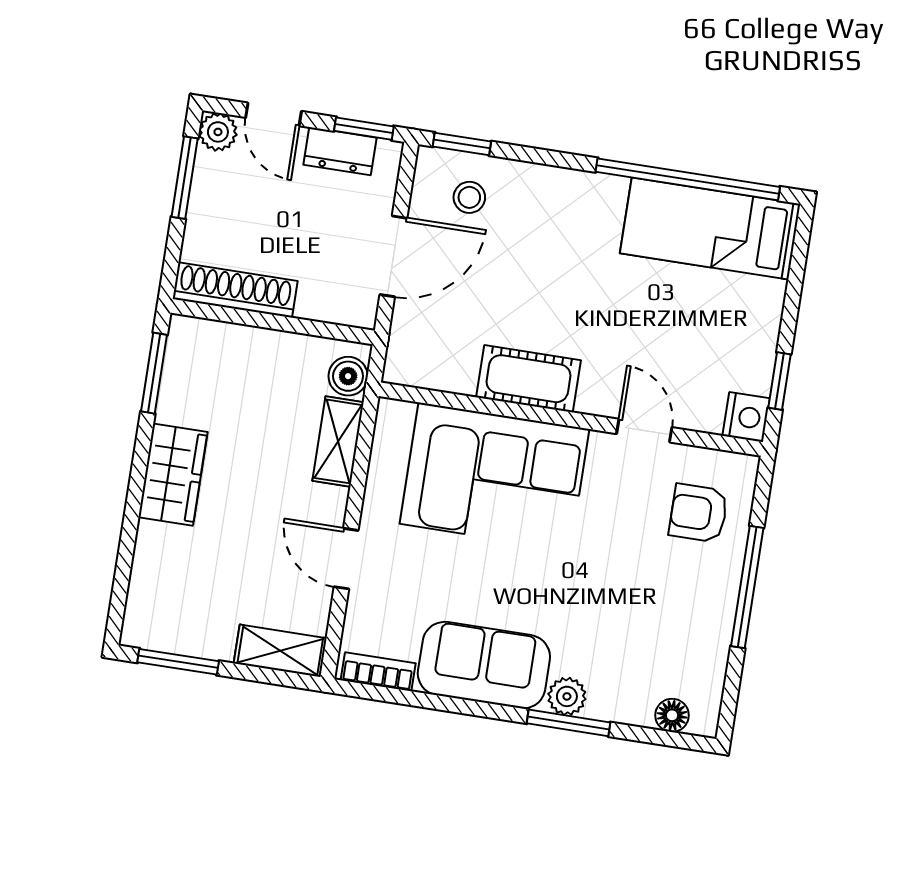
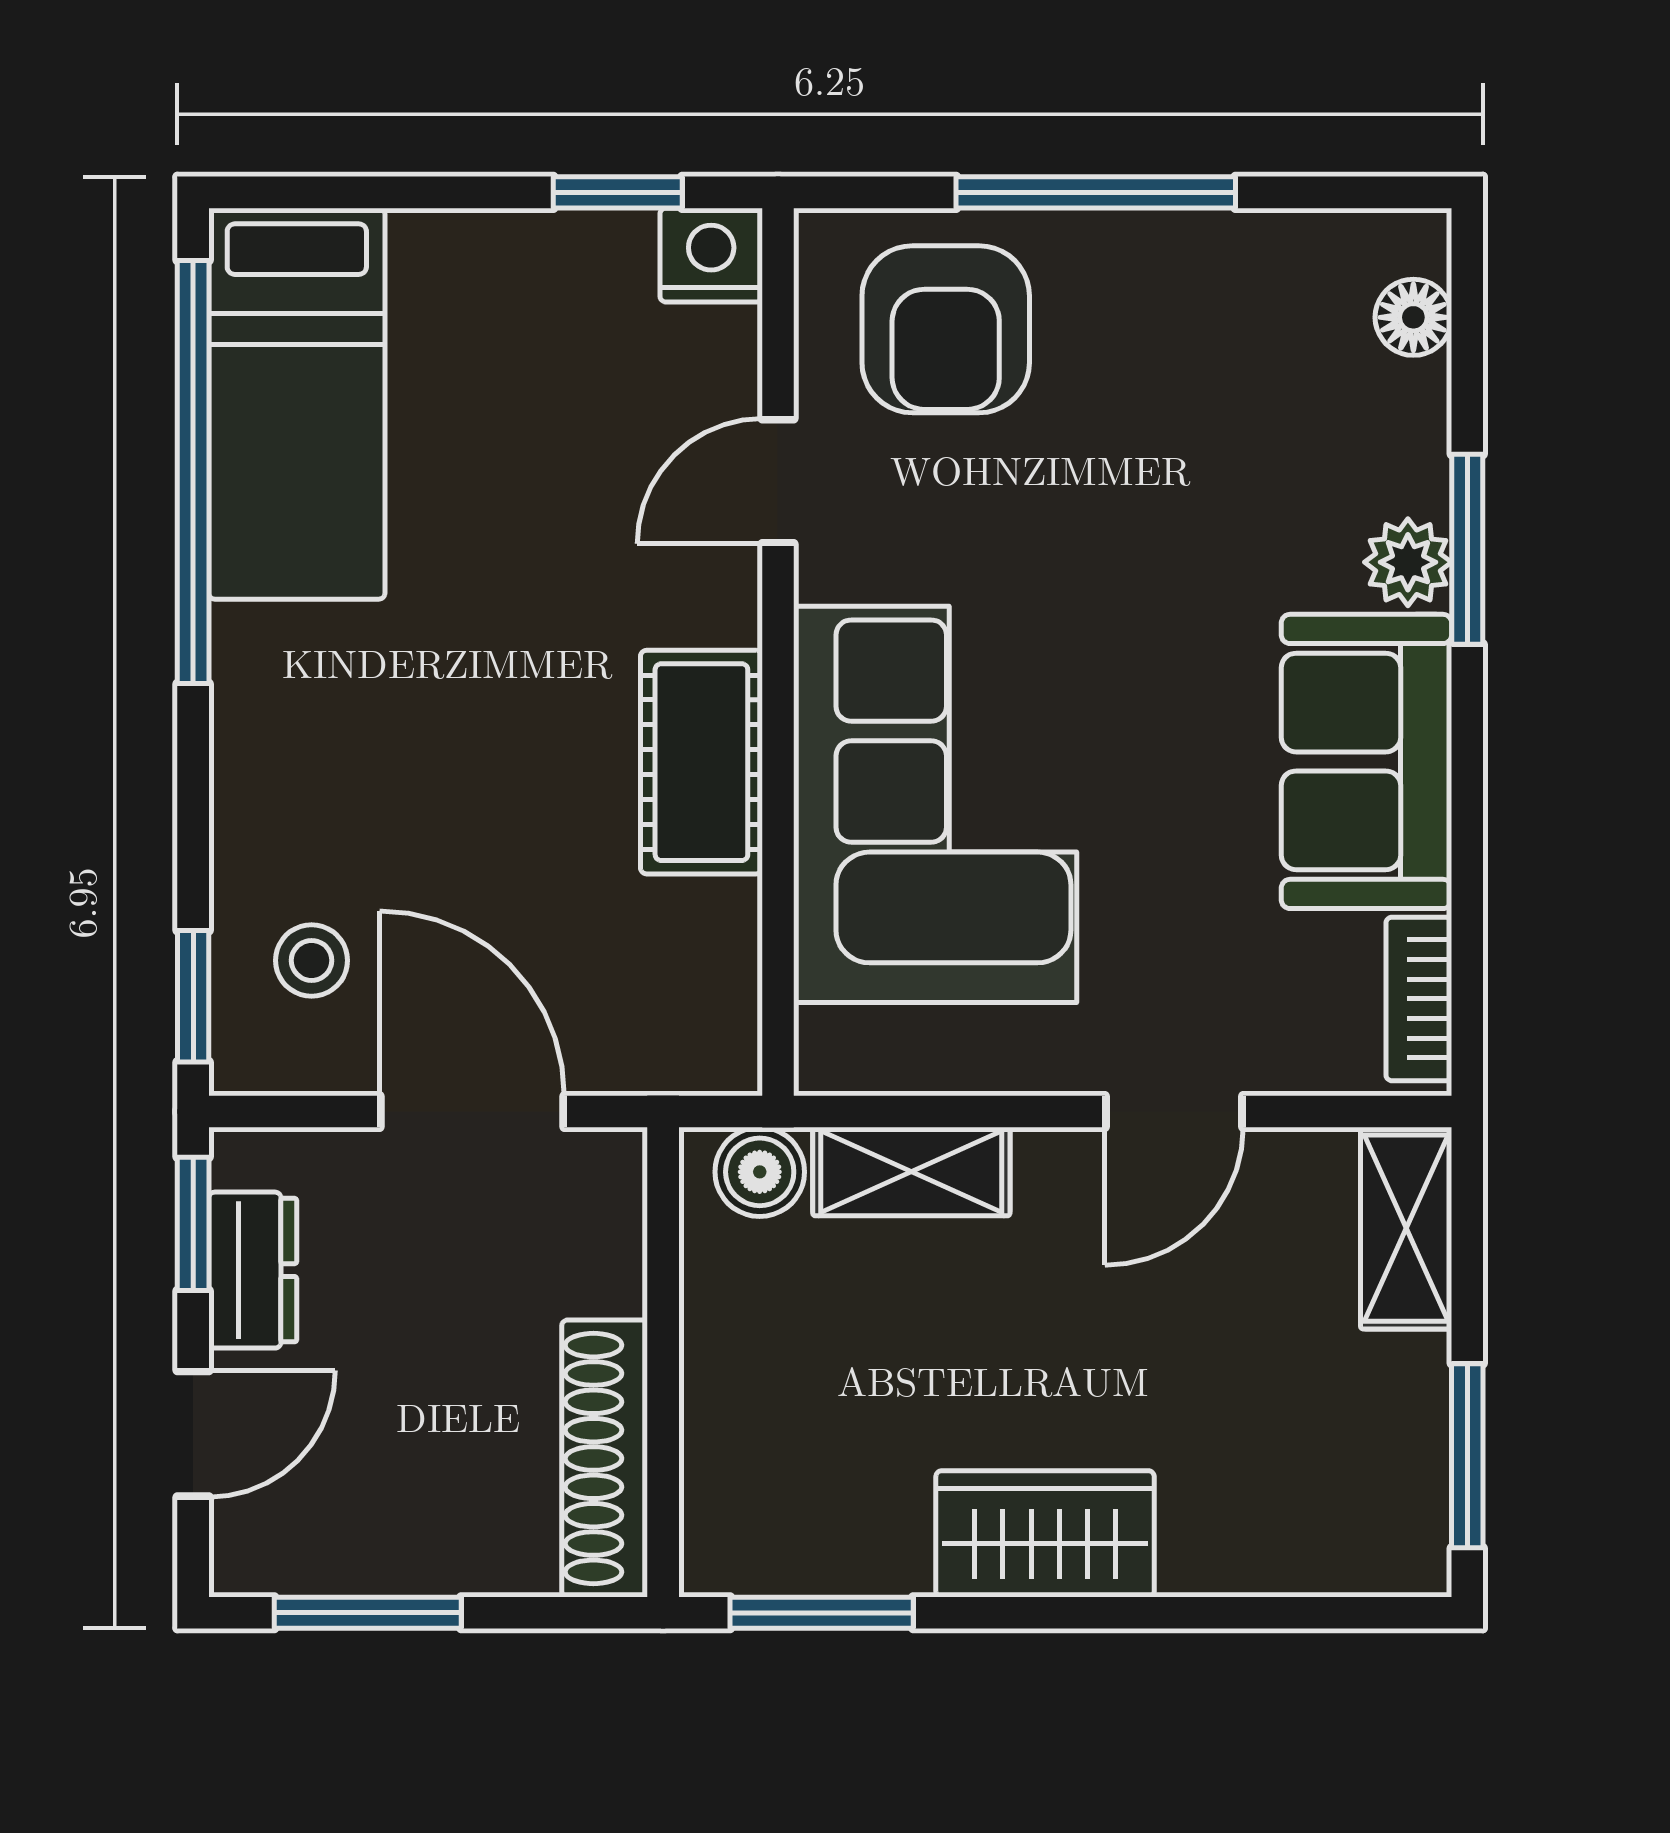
plant: (218, 132) -> (253, 1553), removed
armchair: (698, 513) -> (946, 329), width x1.38, depth x1.38

